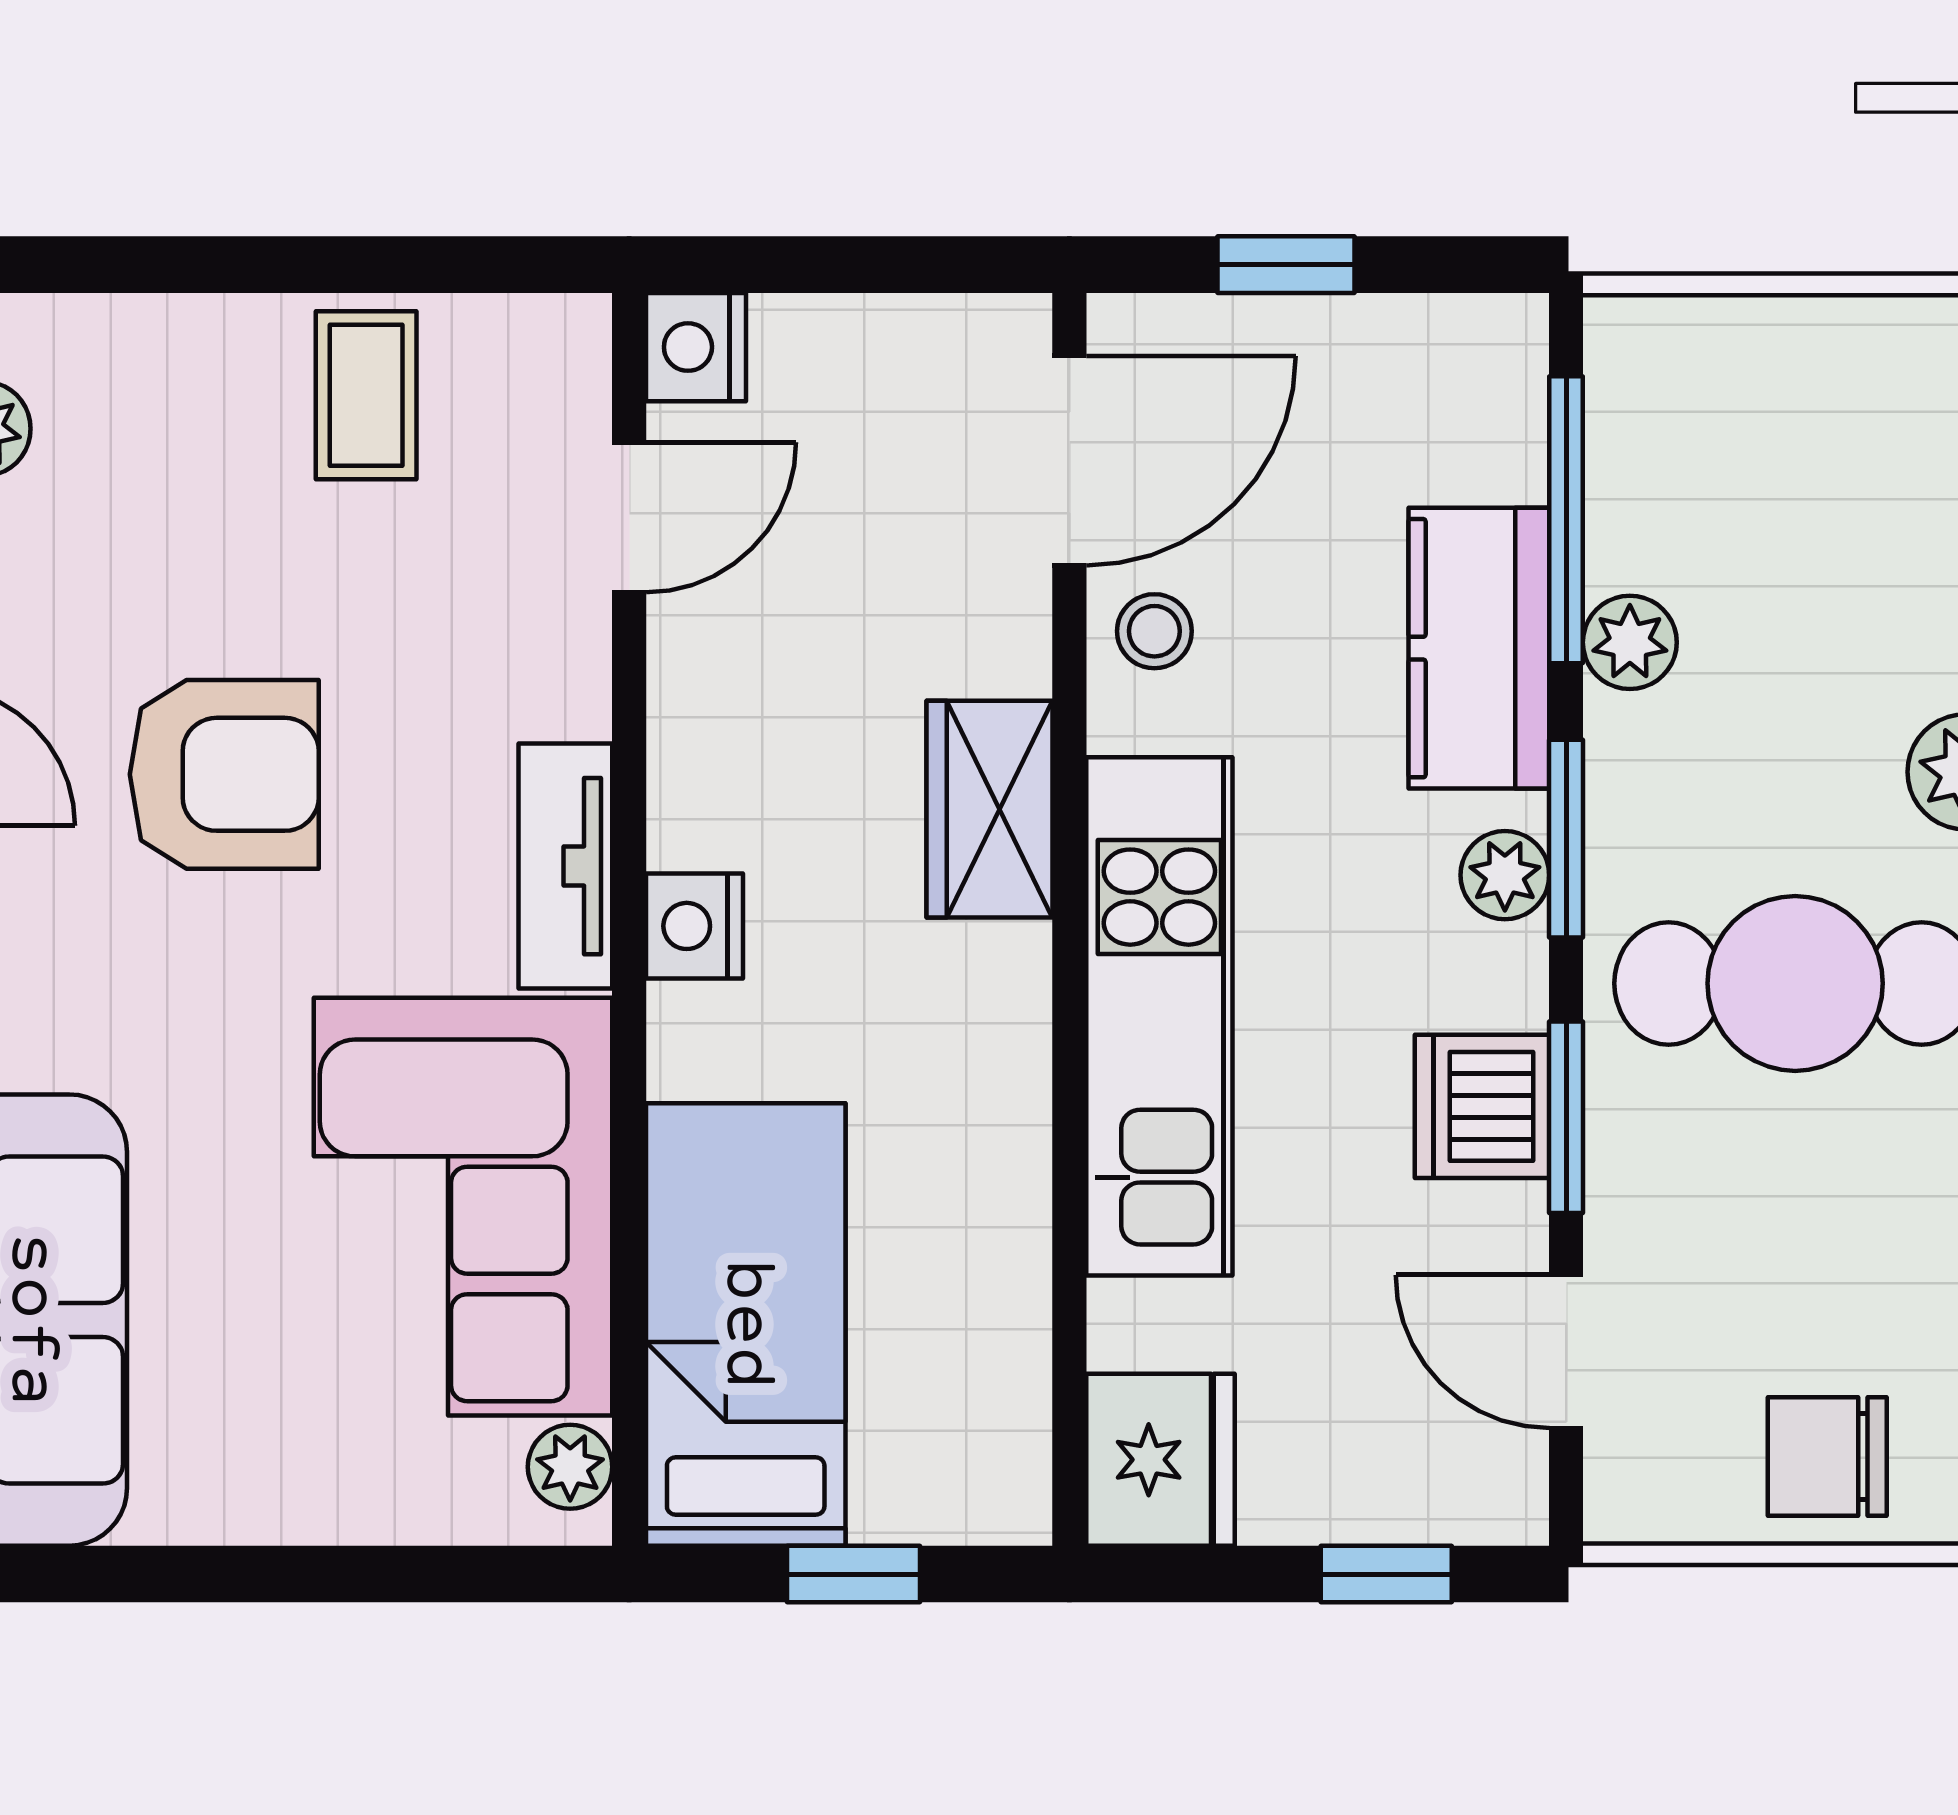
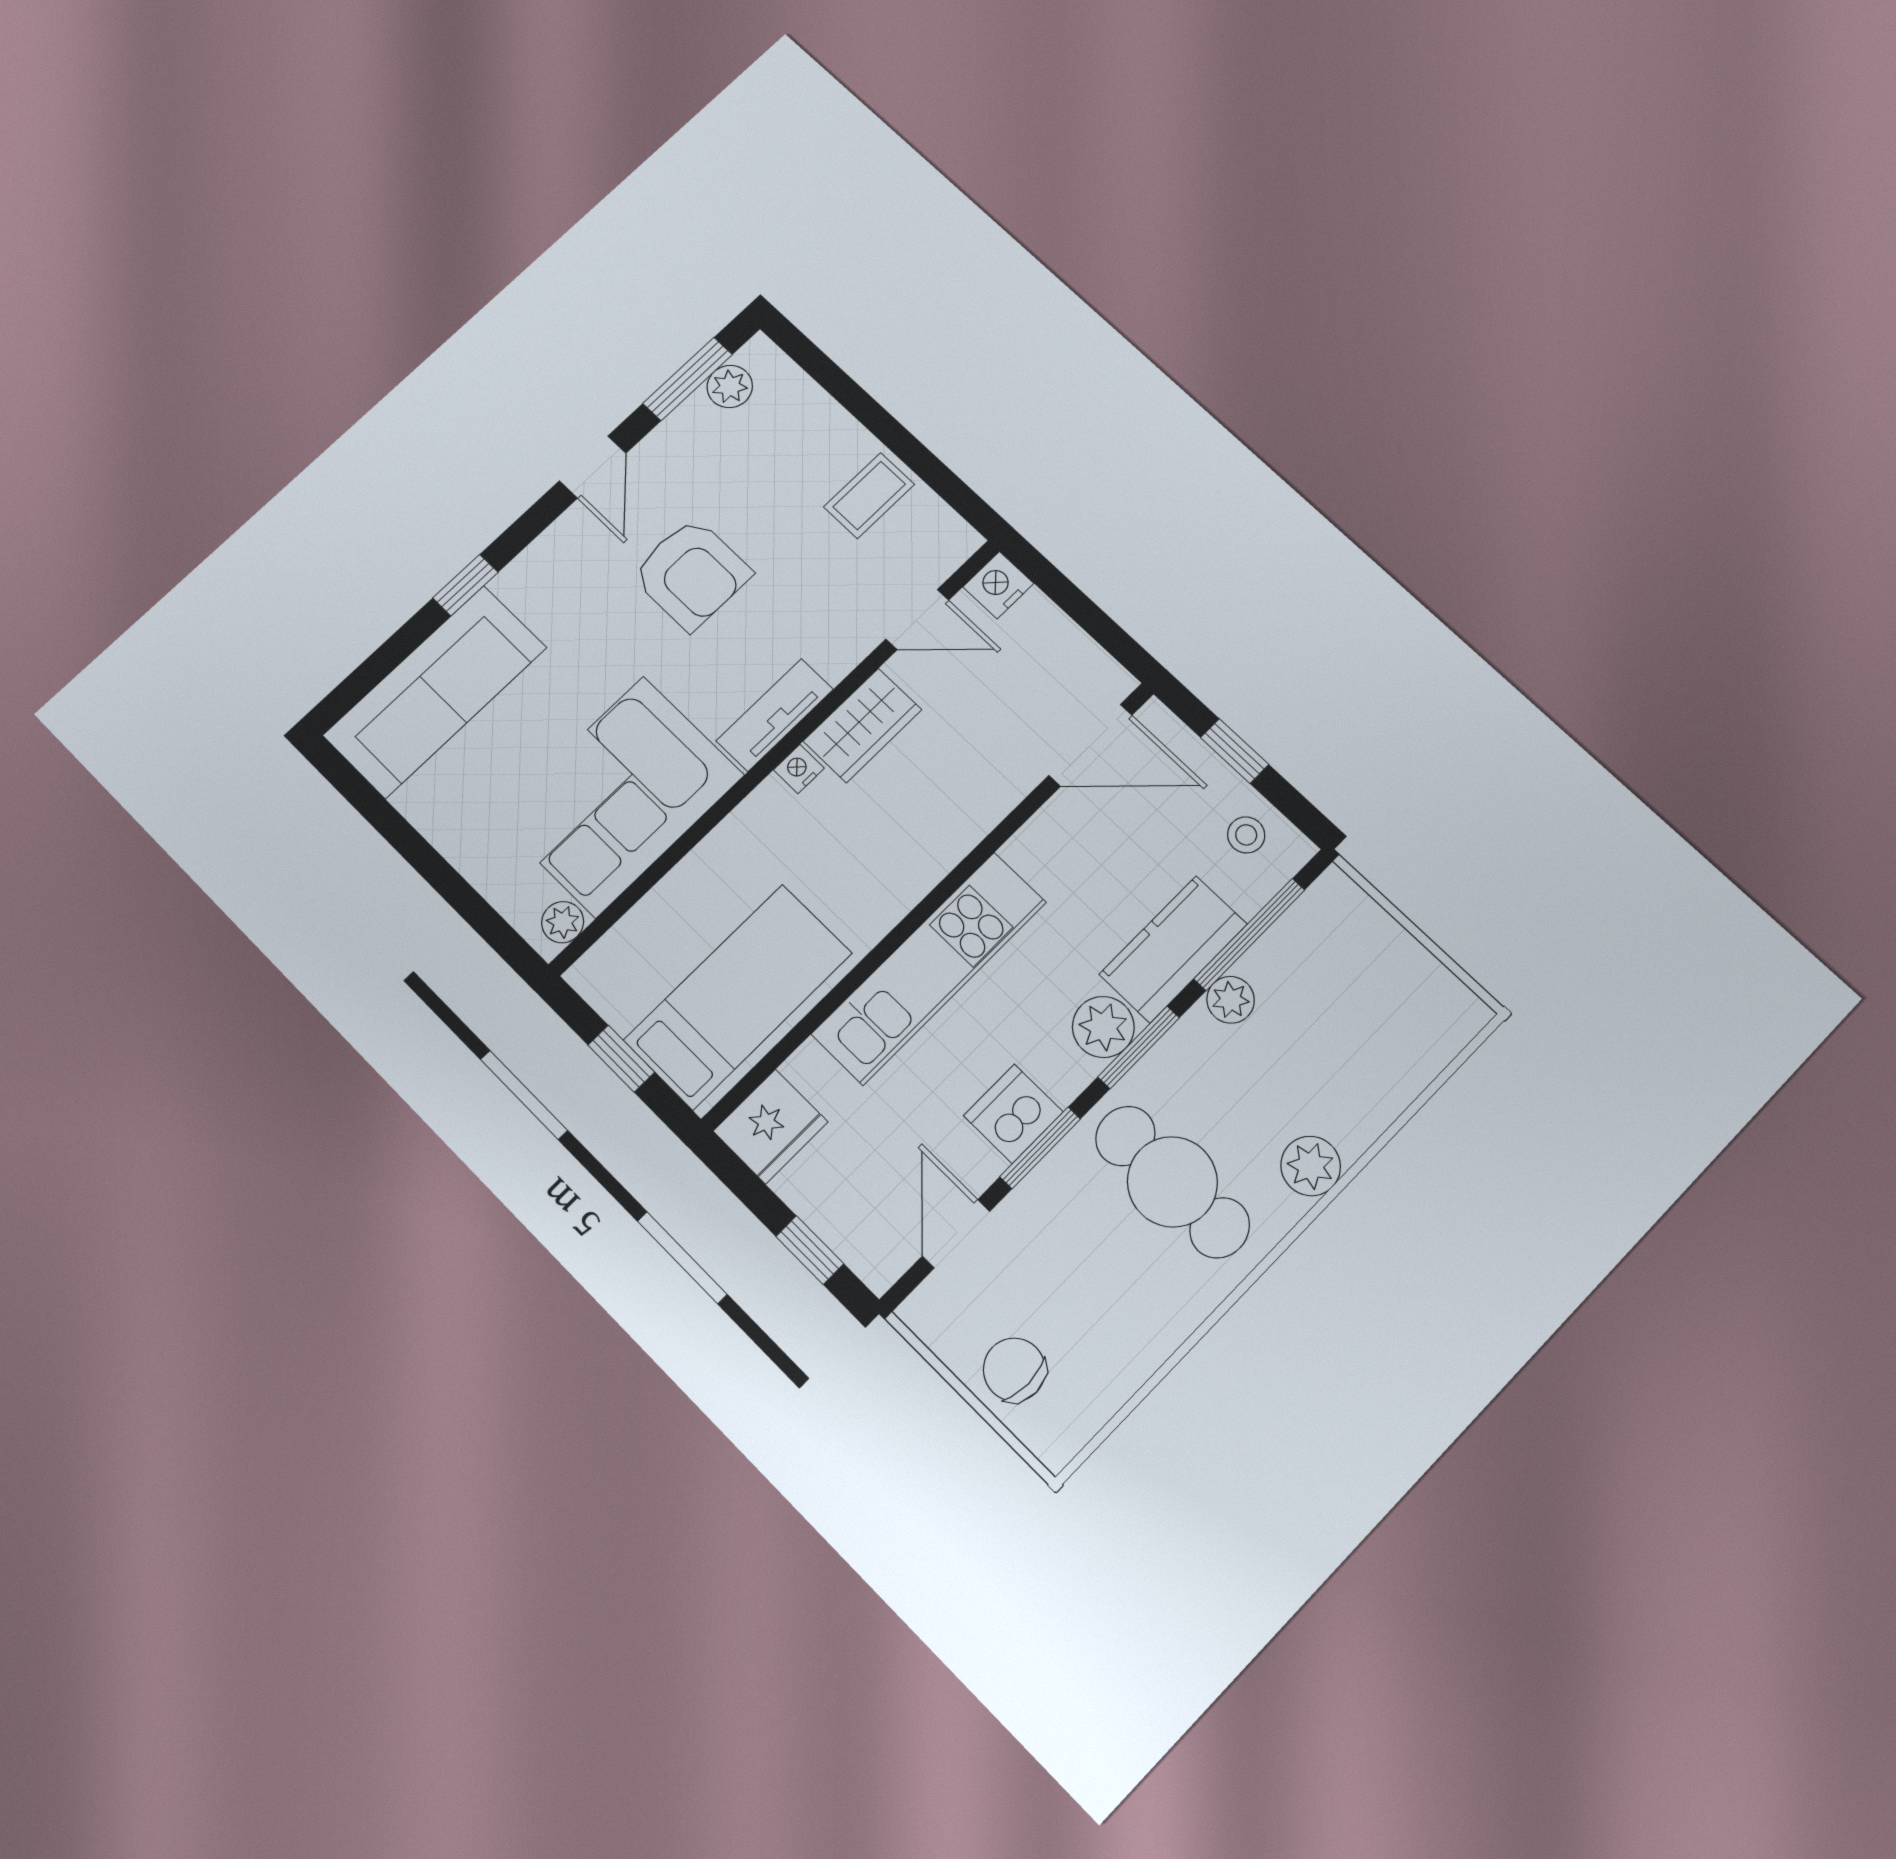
stool: (1154, 631) -> (1246, 835), moved
wardrobe: (990, 809) -> (862, 725), moved, turned 180
plant: (1505, 875) -> (1103, 1027), width x1.38, depth x1.38
nightstand: (694, 926) -> (799, 769), width x0.72, depth x0.74
bed: (746, 1324) -> (738, 997), moved

